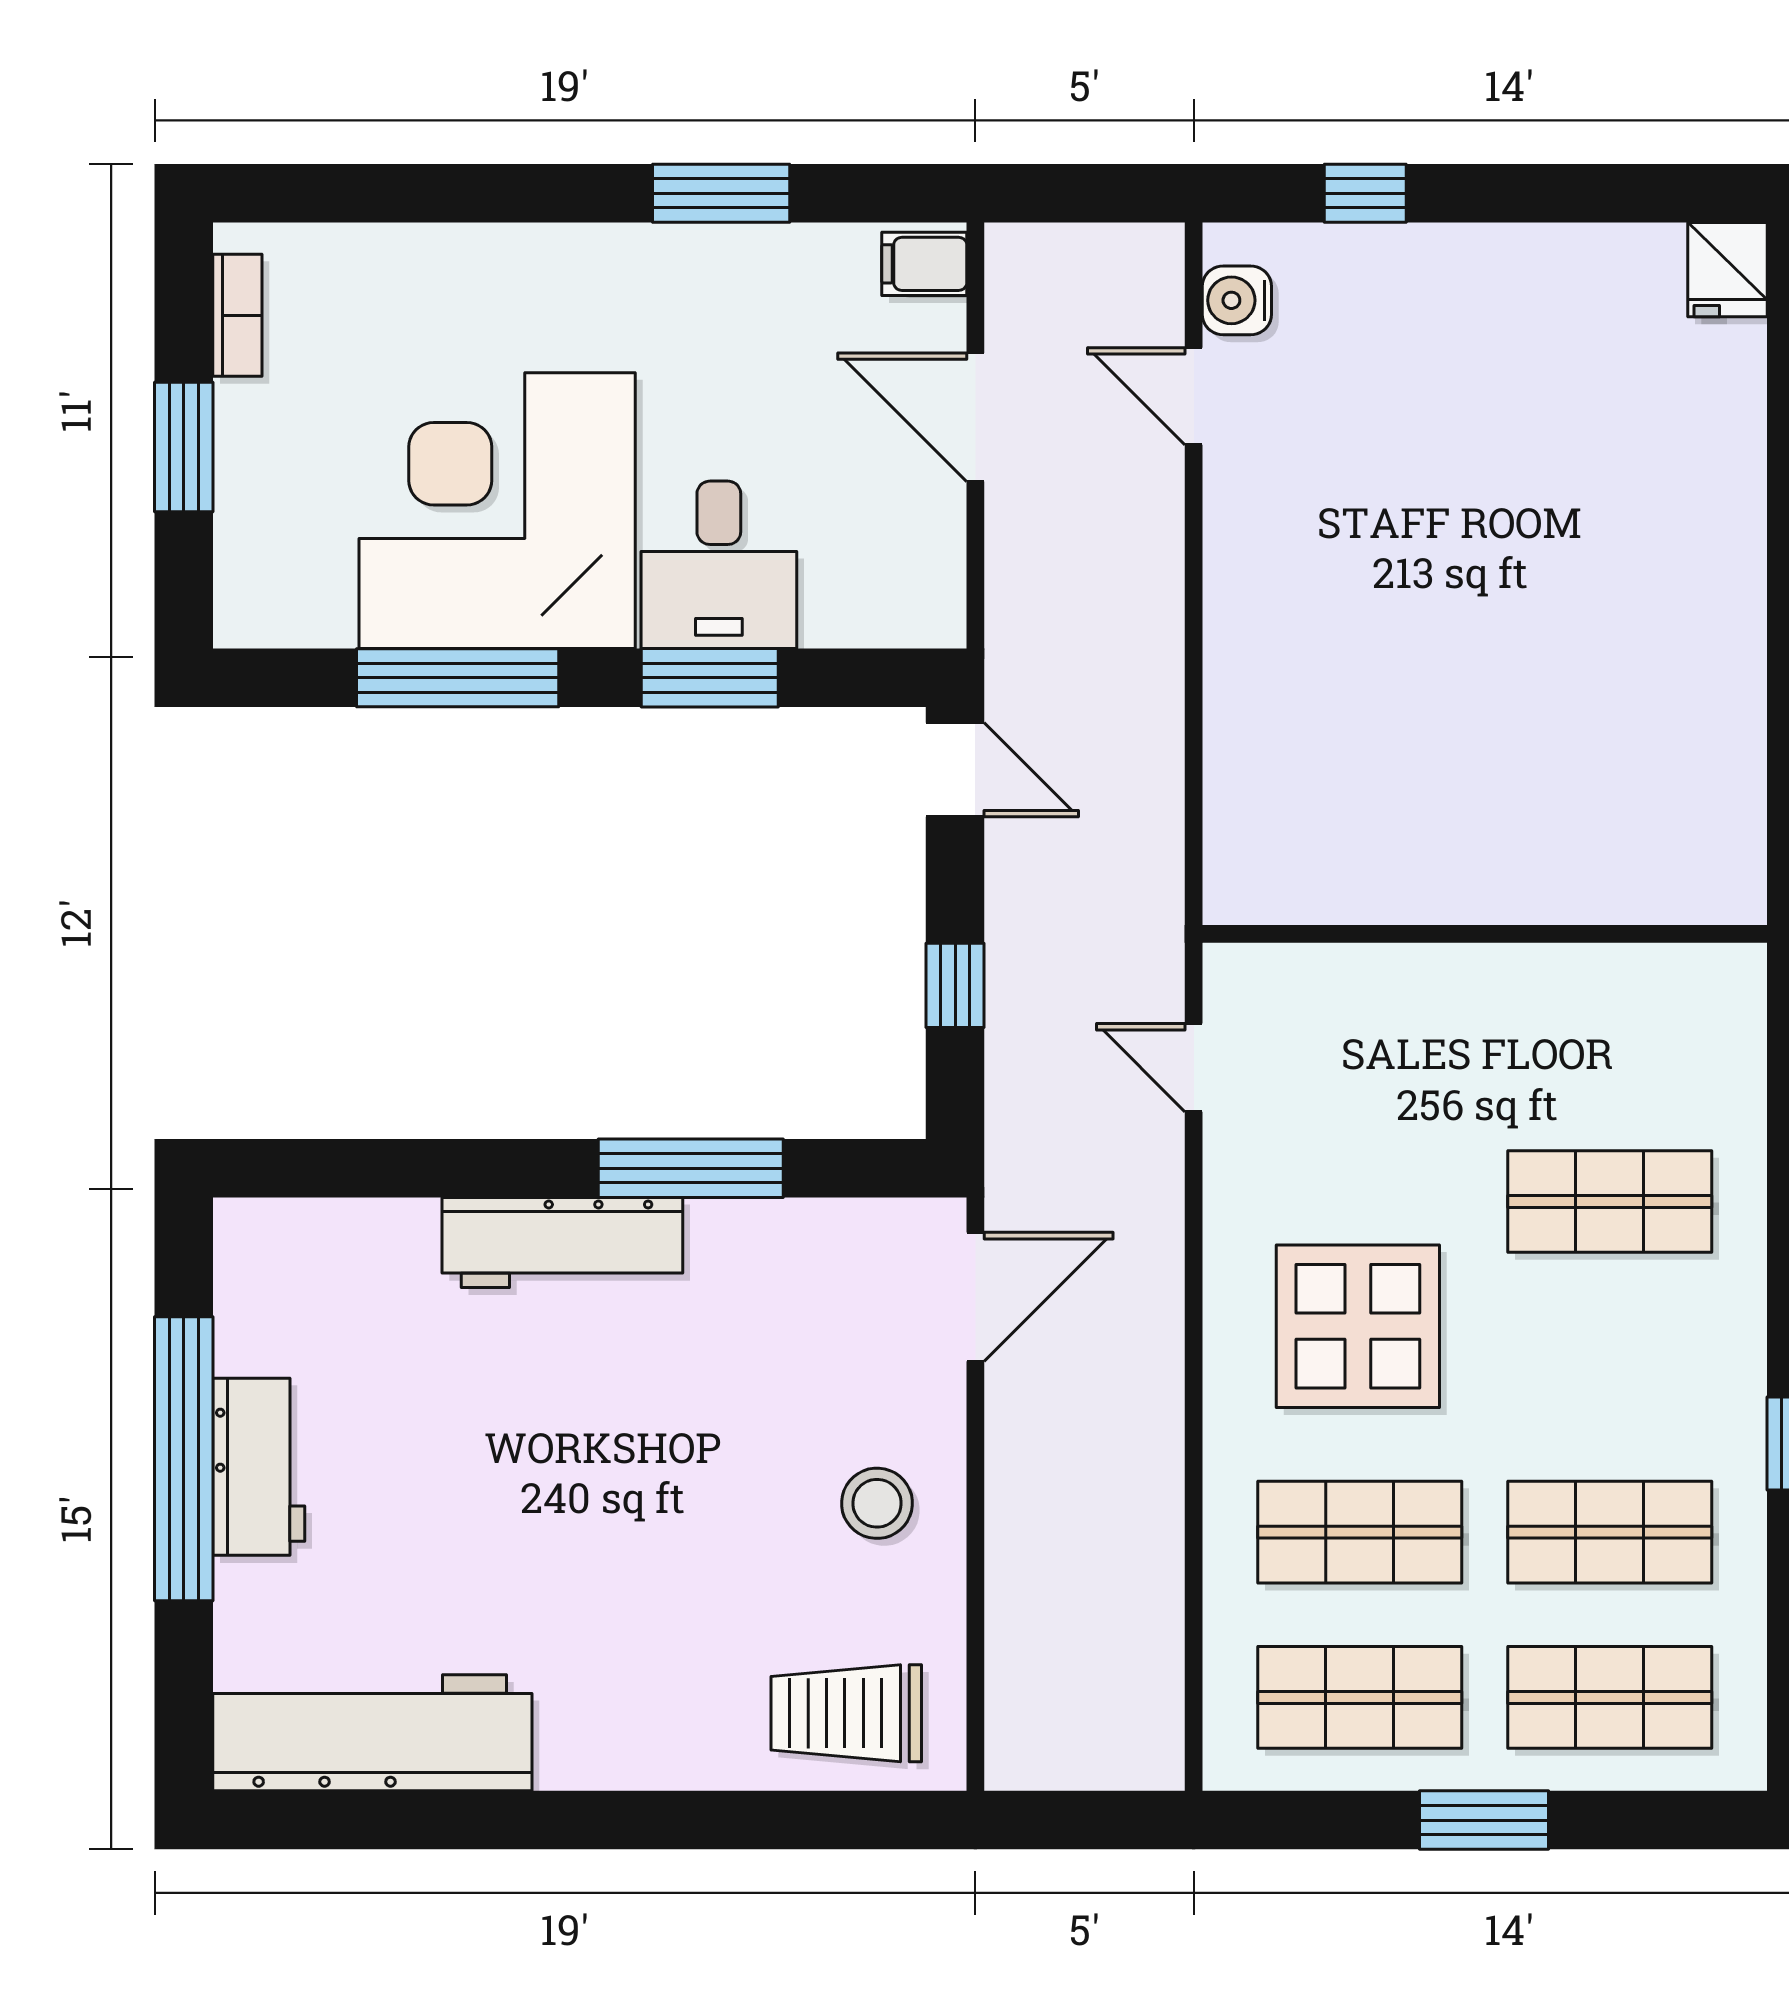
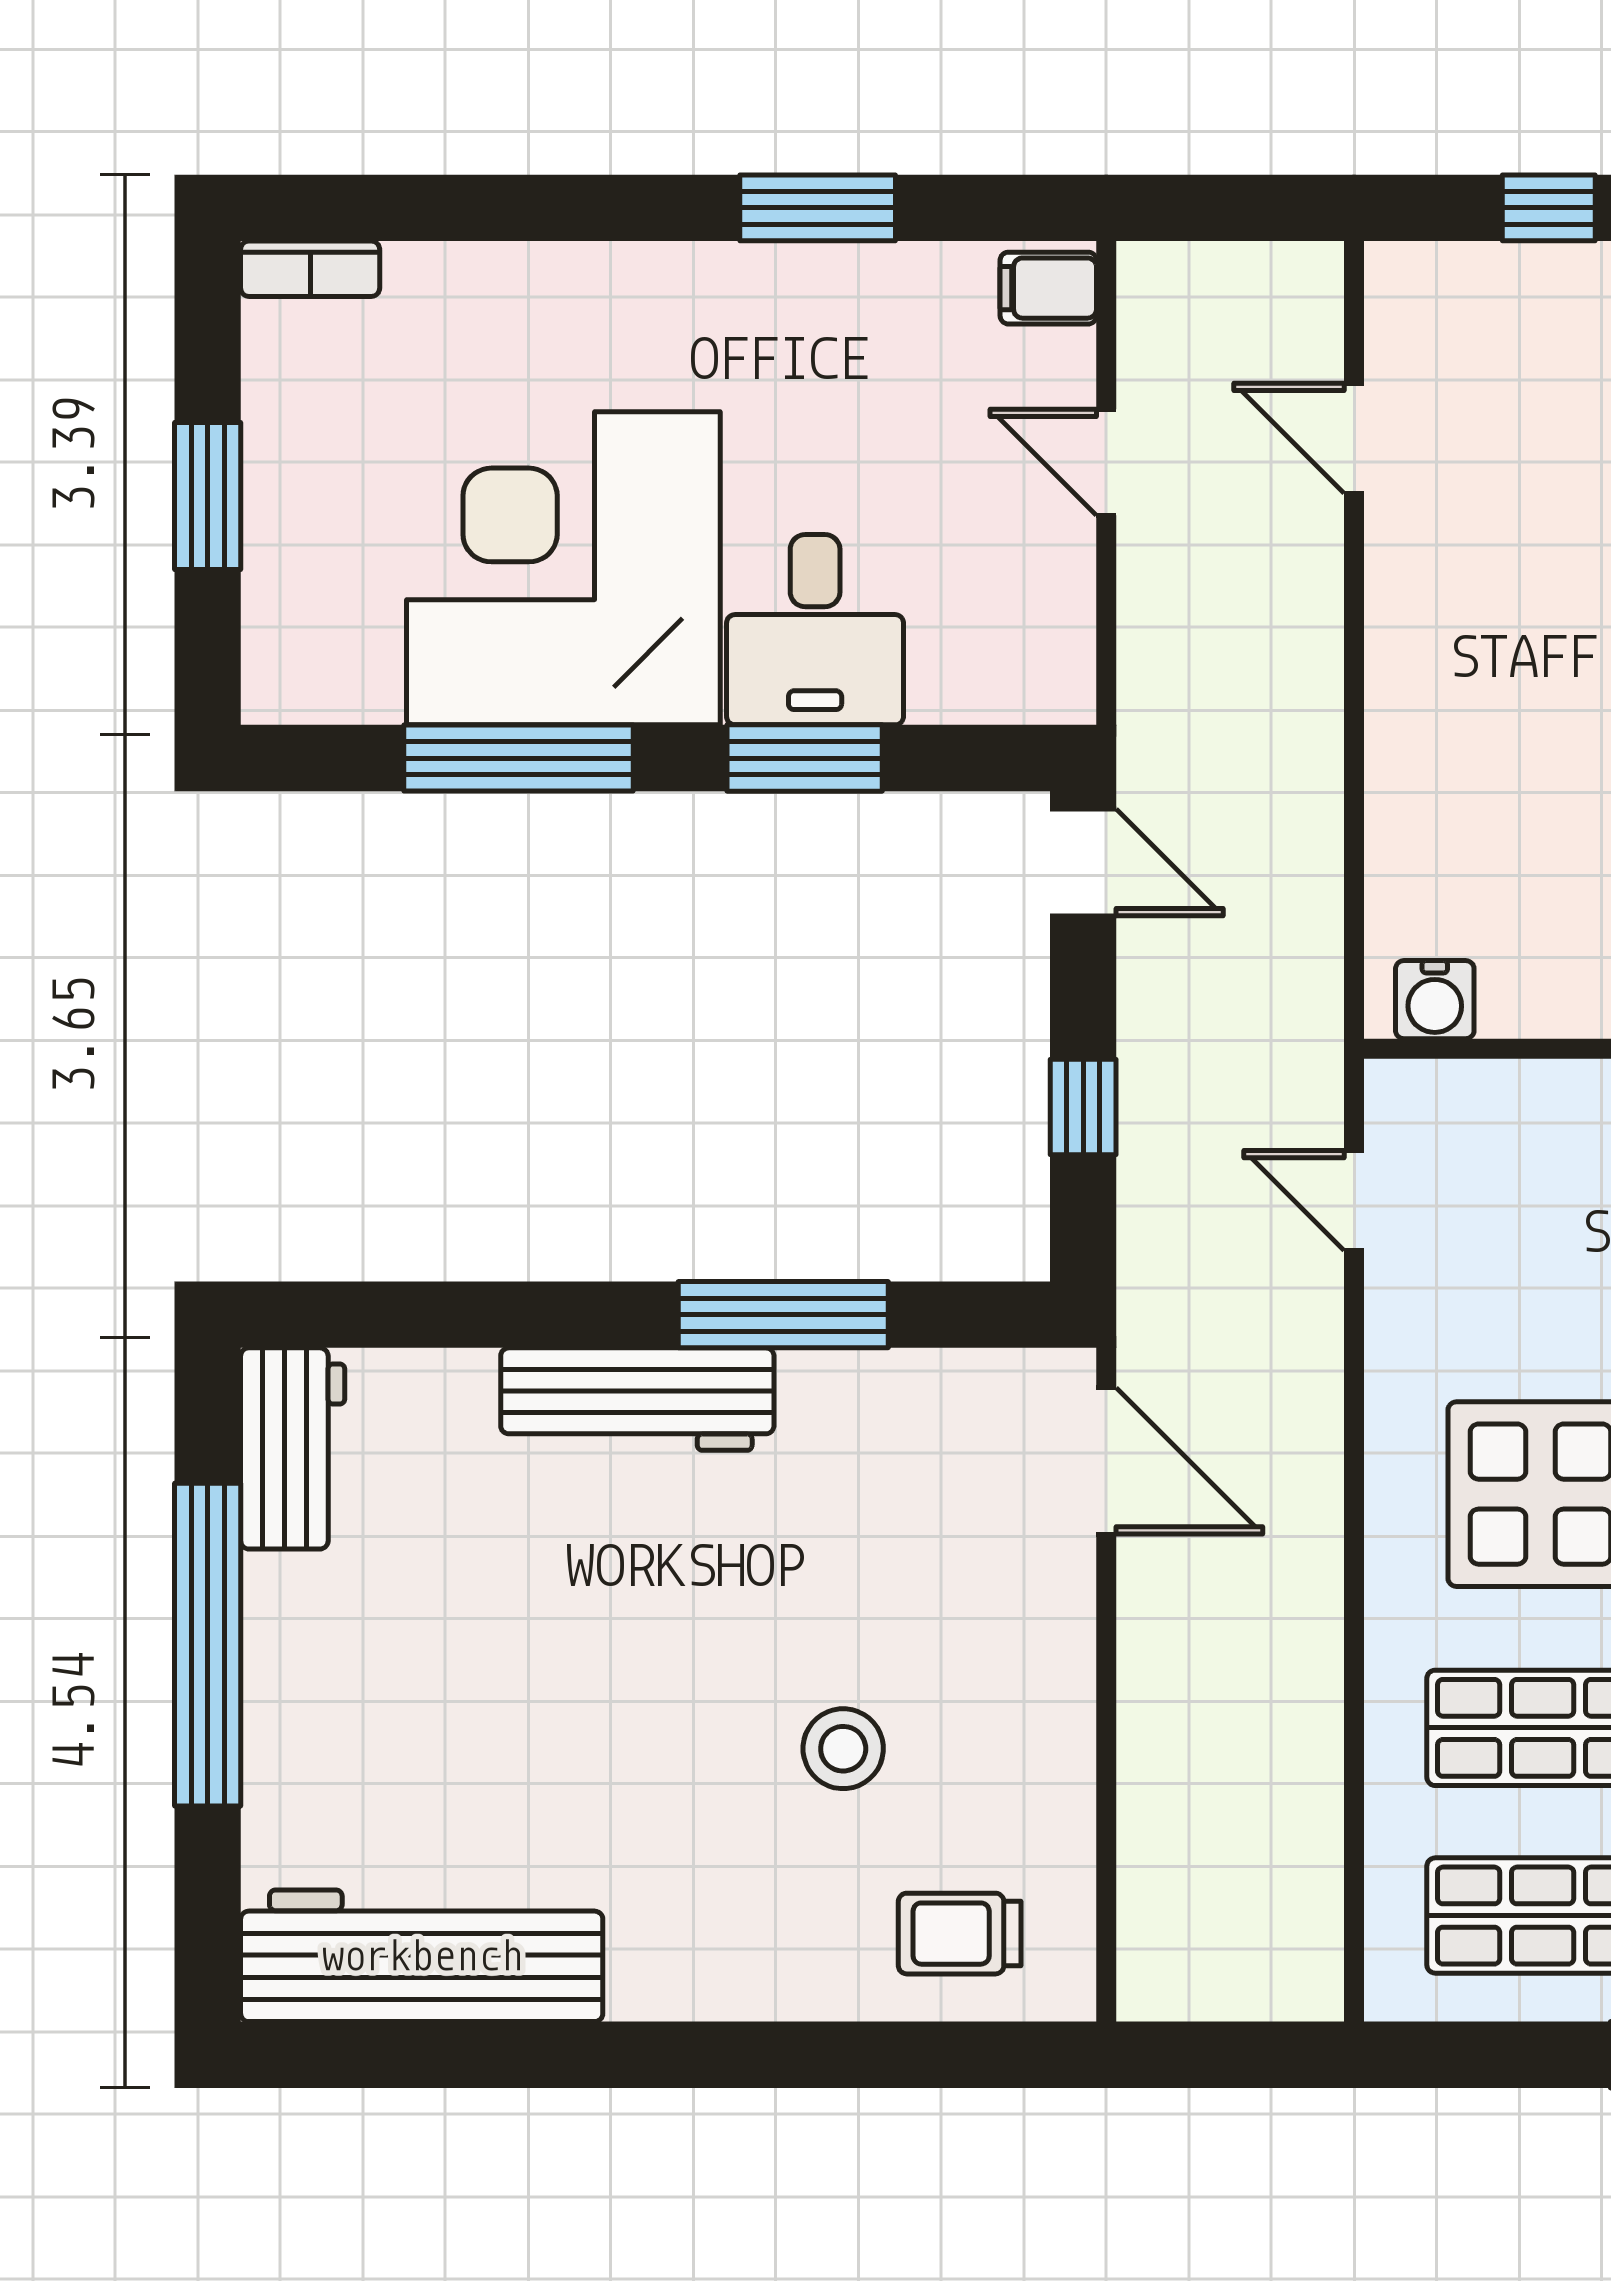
water cooler: (1237, 300) -> (1435, 1000), moved, turned -90
bookcase: (237, 315) -> (310, 269), moved, turned 90
door: (975, 417) -> (1106, 462), width x0.73
door: (975, 1297) -> (1106, 1461), hinge flipped
workbench: (259, 1467) -> (293, 1448), moved
stool: (877, 1503) -> (843, 1749), moved
trolley: (846, 1713) -> (960, 1934), width x0.73, depth x0.72

